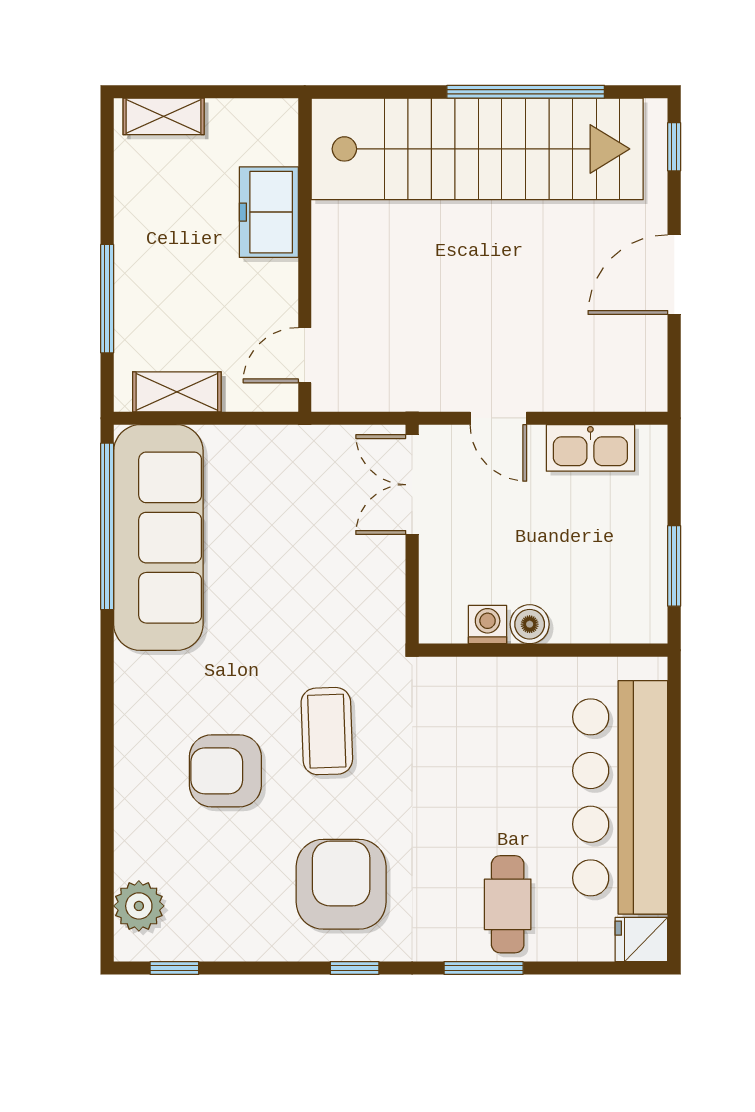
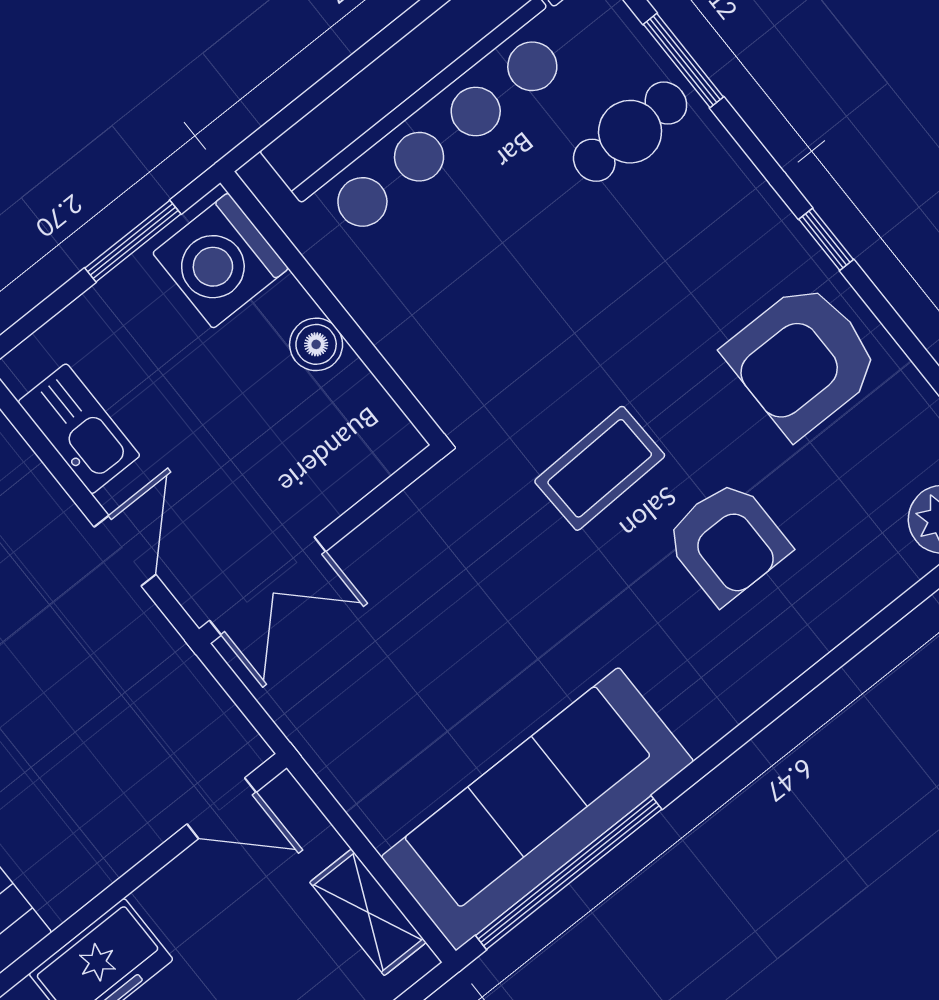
washing machine: (488, 625) -> (221, 261), moved, width x1.89, depth x1.89
armchair: (341, 884) -> (802, 360), moved
window: (484, 968) -> (683, 61), moved

